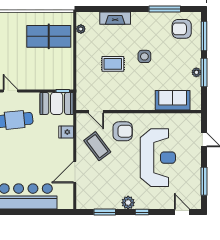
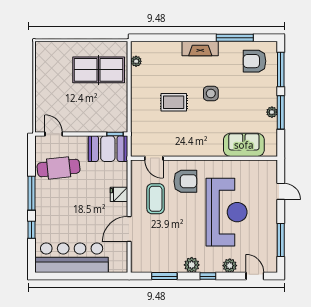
fireplace: (115, 18) -> (200, 48), moved
fridge: (66, 132) -> (119, 194), moved
coffee table: (97, 146) -> (156, 199), turned 37
plant: (161, 203) -> (230, 266), added

